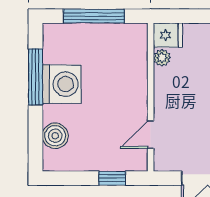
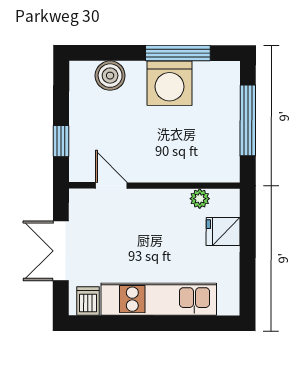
fridge: (168, 35) -> (223, 231), moved, turned 90

